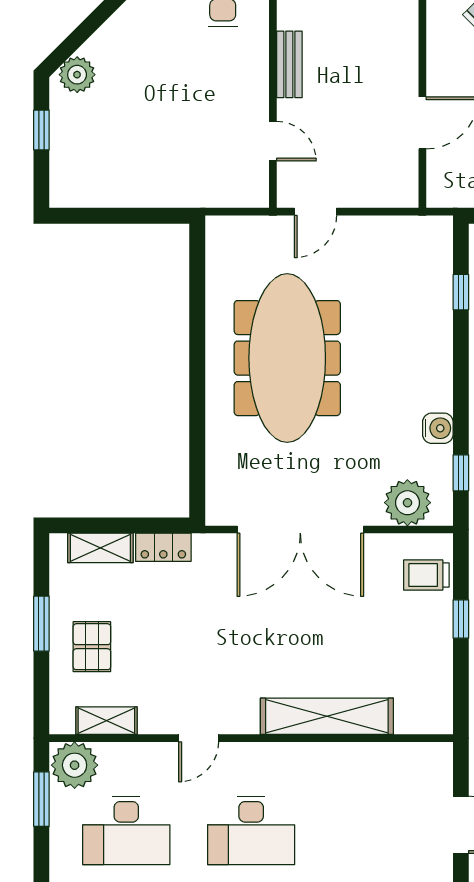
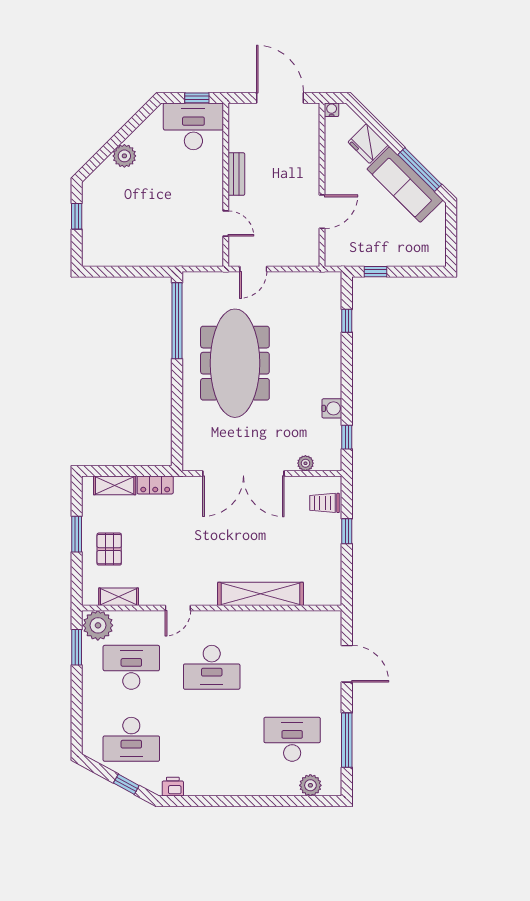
plant: (77, 75) -> (124, 156), moved
window: (197, 292) -> (177, 321), added
plant: (407, 503) -> (305, 463), width x0.53, depth x0.53
desk: (126, 830) -> (131, 667), turned 180

